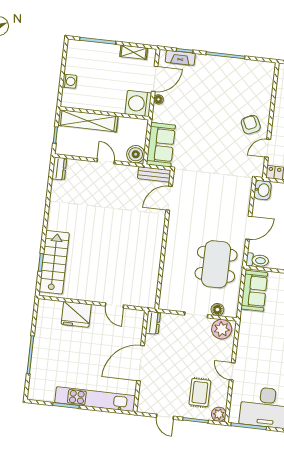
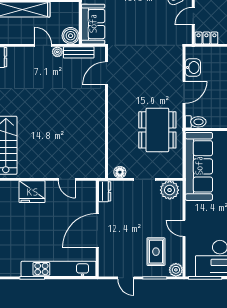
plant: (120, 170) -> (57, 52), added
bench: (154, 174) -> (79, 52), moved
washbasin: (263, 190) -> (193, 67), moved
sofa: (254, 291) -> (199, 166), width x1.85, depth x1.27
floor lamp: (217, 310) -> (120, 172), moved

